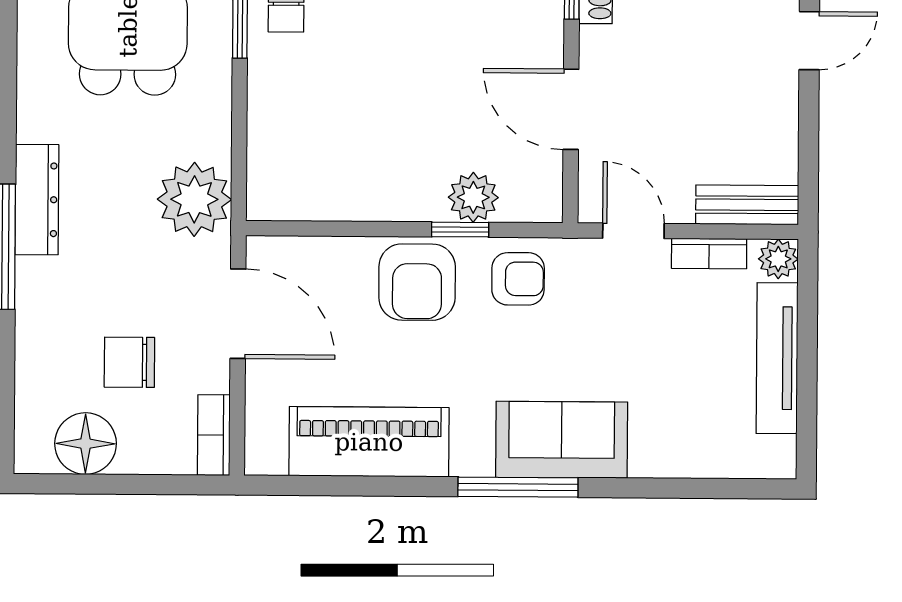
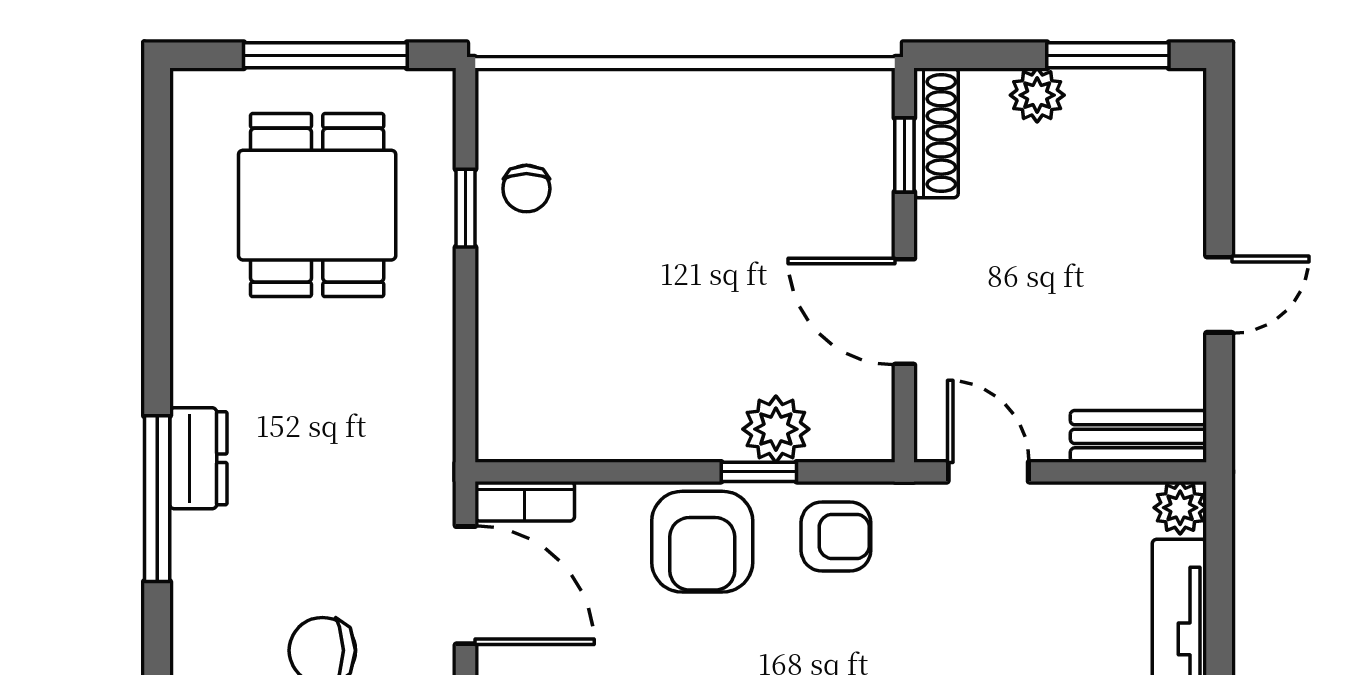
door: (809, 41) -> (1219, 295), moved
plant: (194, 199) -> (407, 434), removed
dresser: (37, 200) -> (198, 458), width x0.70
bookcase: (709, 254) -> (525, 501), moved

